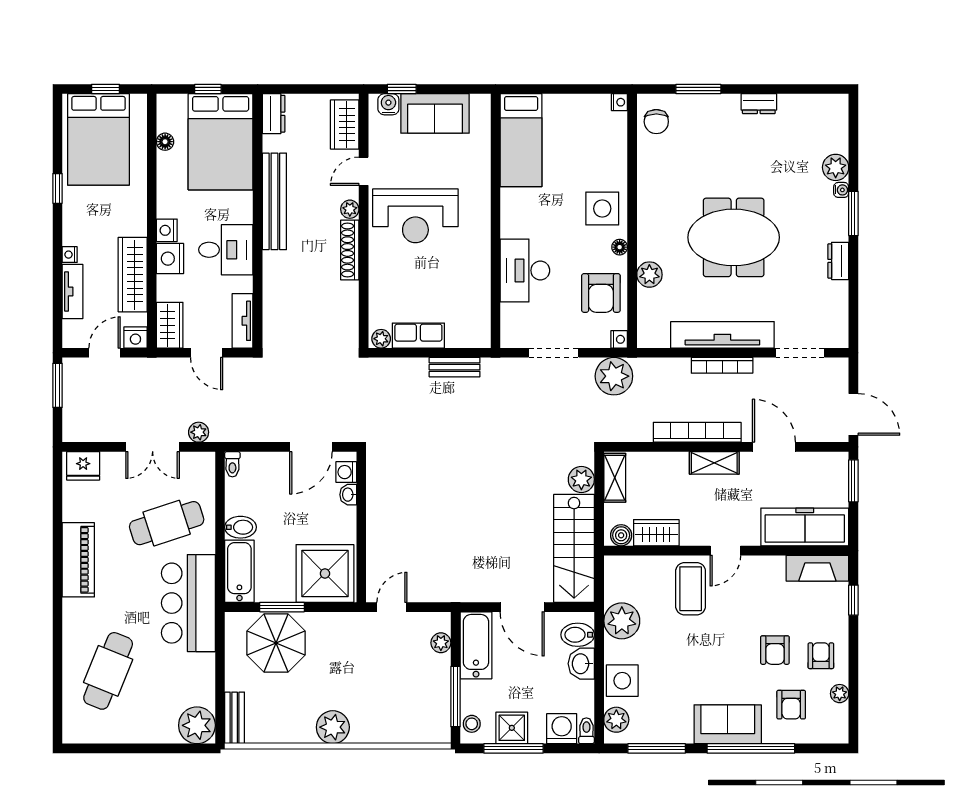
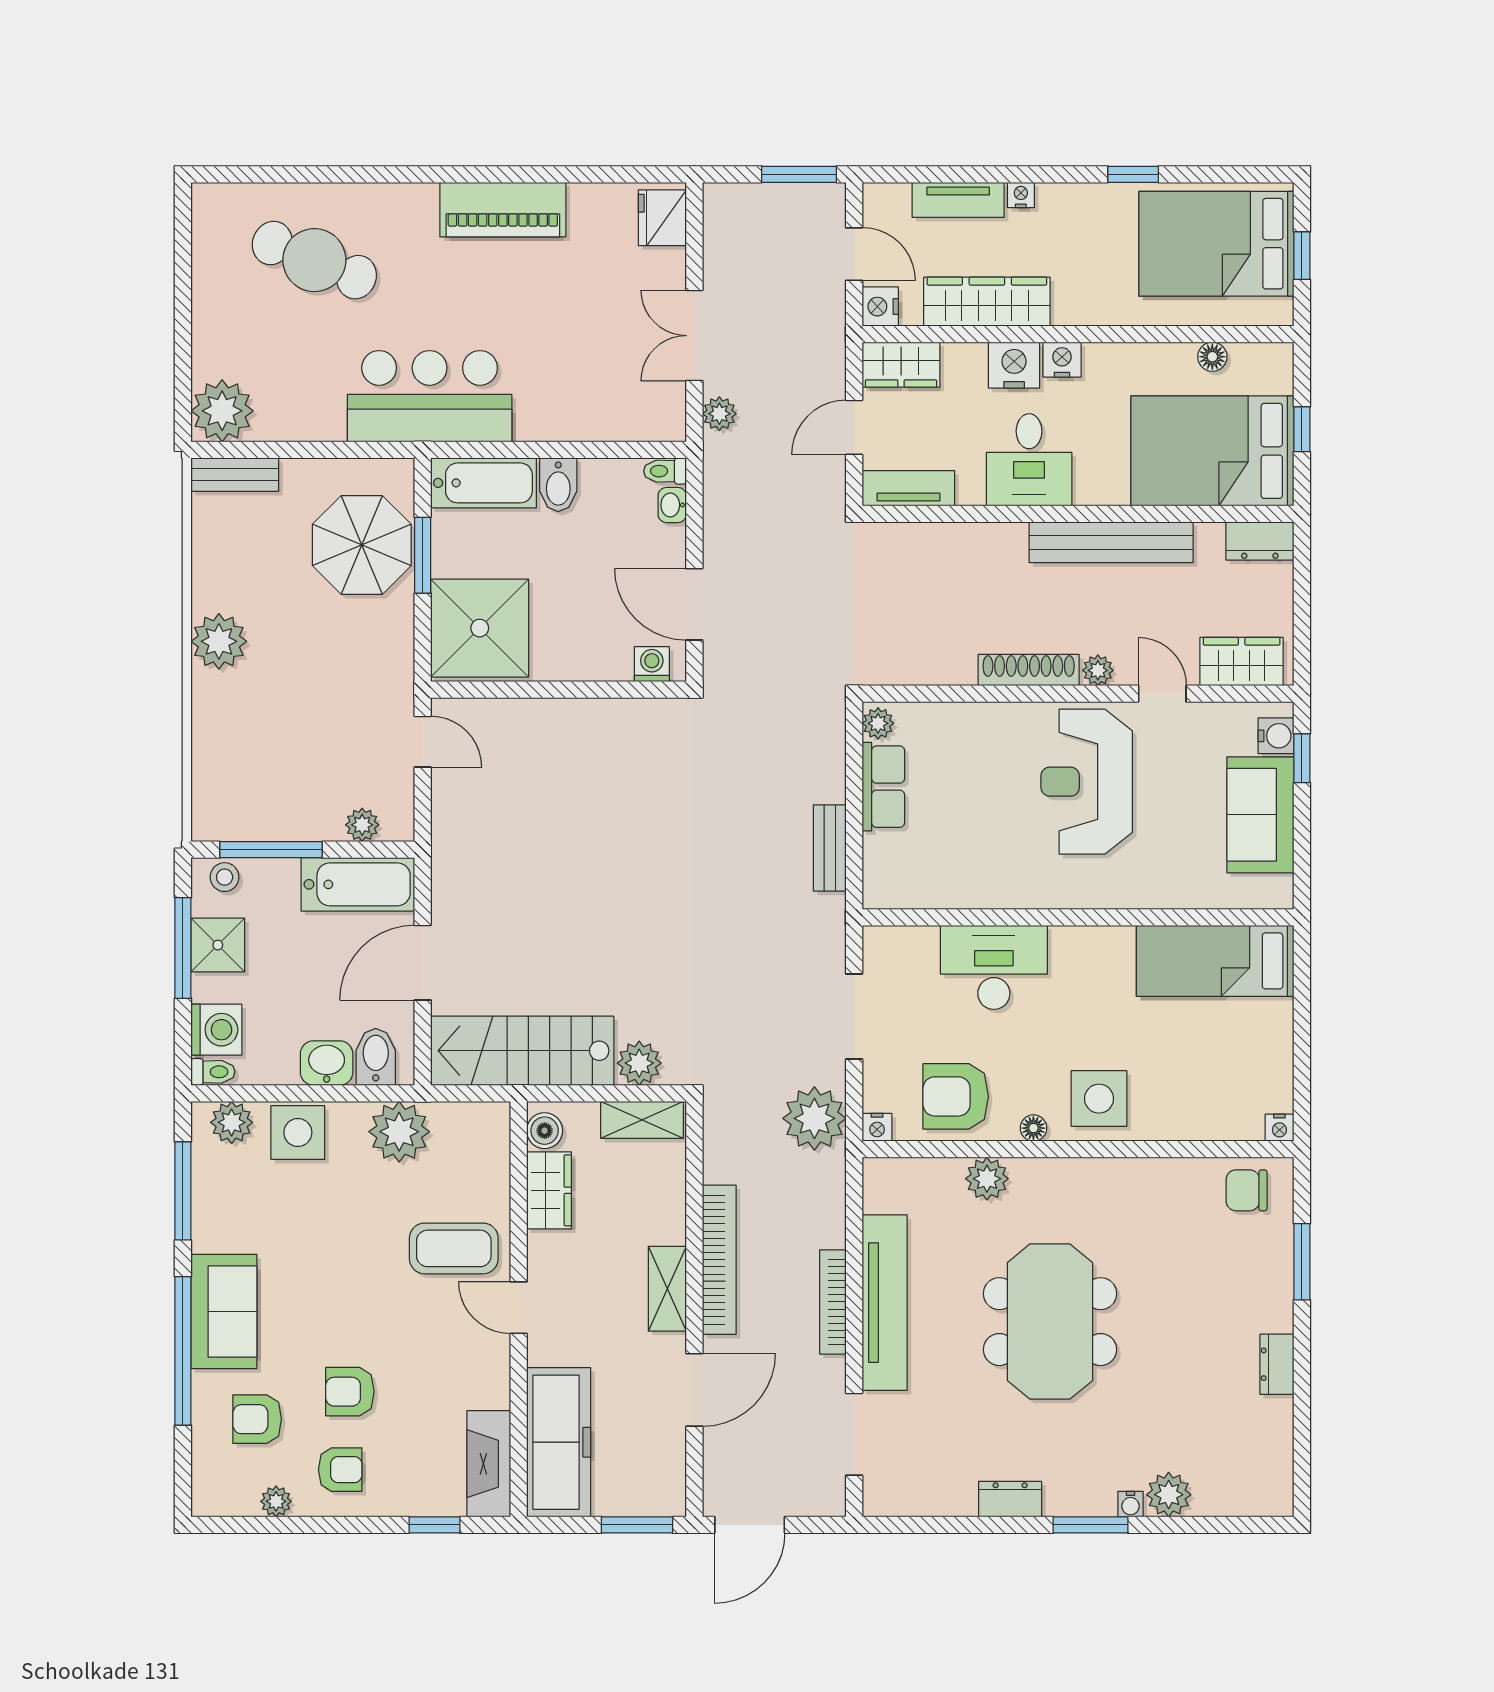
washbasin: (348, 495) -> (672, 505), moved, turned -90
cafe table: (167, 523) -> (565, 359), removed

